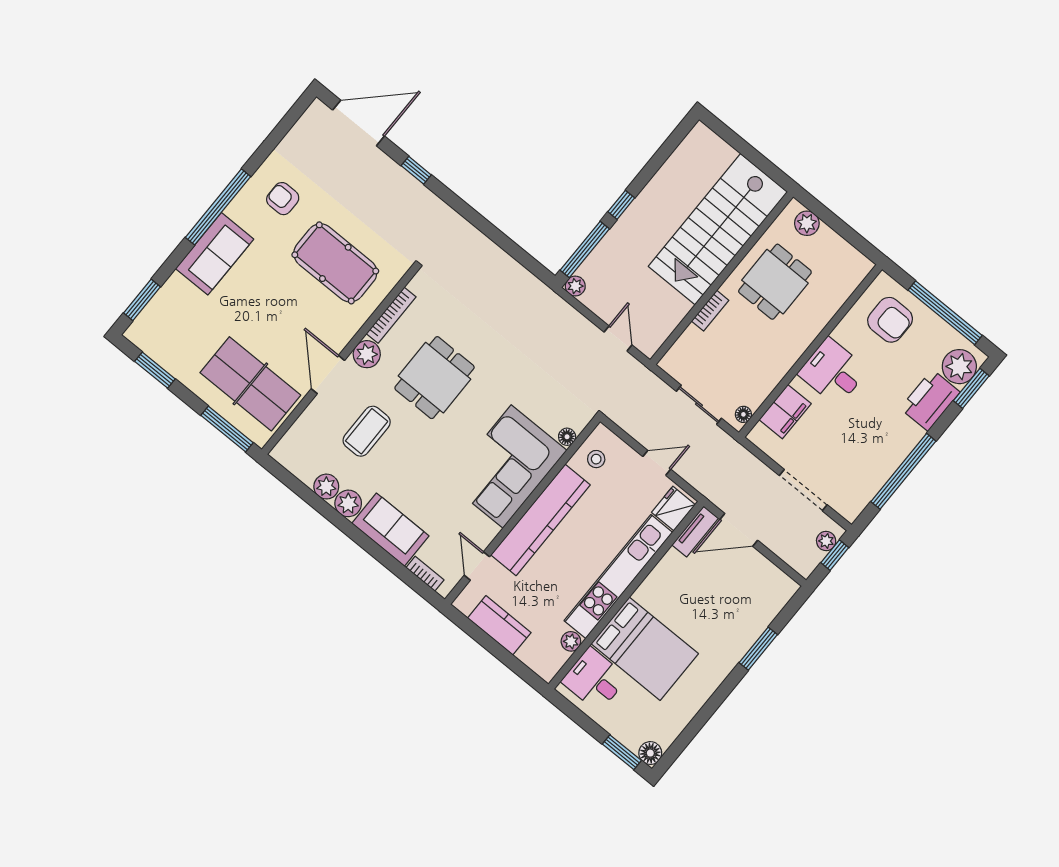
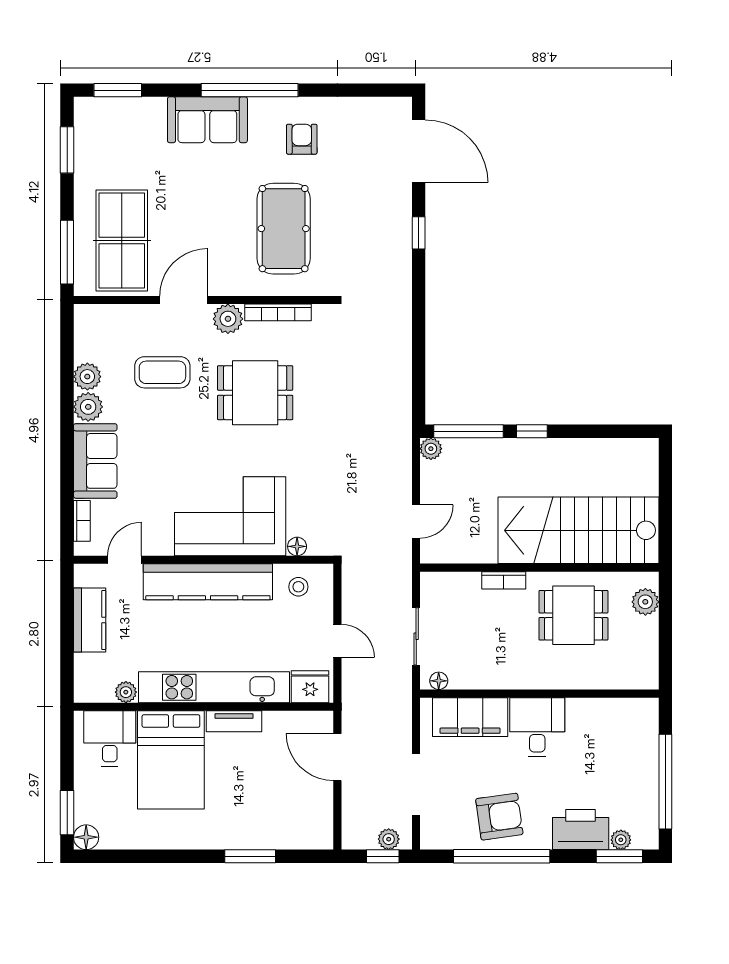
armchair: (890, 320) -> (499, 817), moved, turned -98
plant: (959, 367) -> (621, 840), width x0.53, depth x0.53
filing cabinet: (785, 412) -> (470, 717), width x1.50, depth x1.17
tv unit: (695, 531) -> (234, 721), moved

